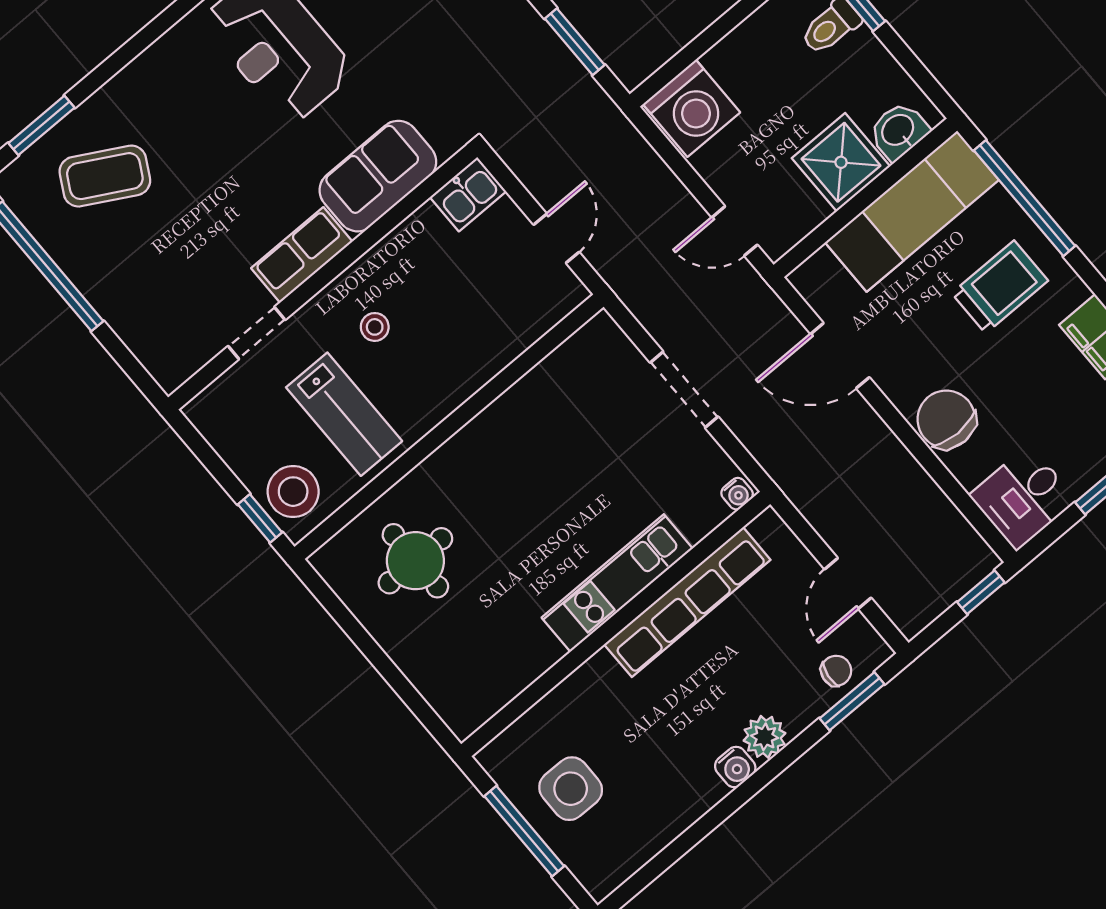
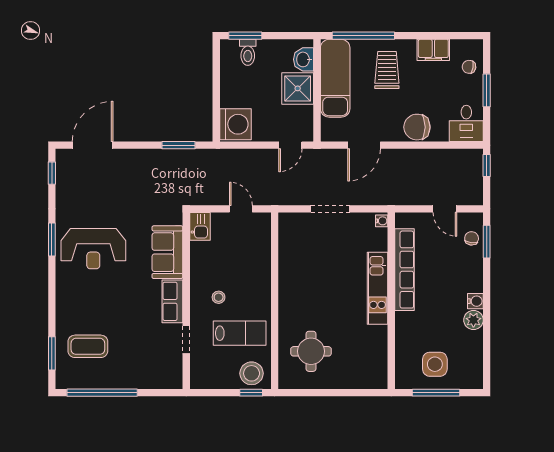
coffee table: (105, 176) -> (88, 346), turned 61
plant: (765, 737) -> (473, 320), moved

